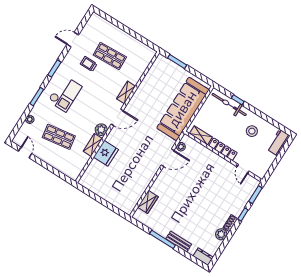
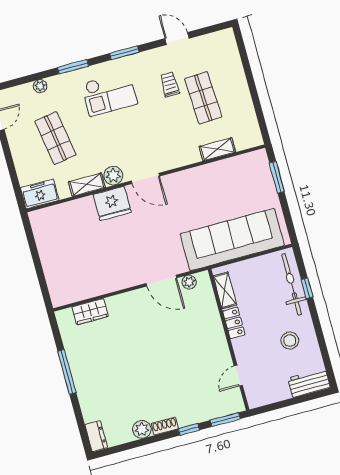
shelving: (126, 92) -> (217, 149), moved
locker: (223, 149) -> (234, 323), width x0.66
fridge: (106, 153) -> (112, 203), moved
freezer: (75, 169) -> (40, 194), added
bench: (179, 242) -> (84, 392), removed

